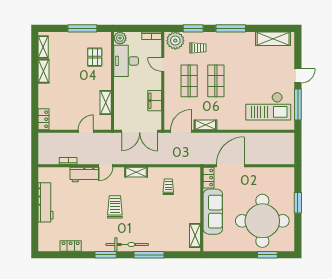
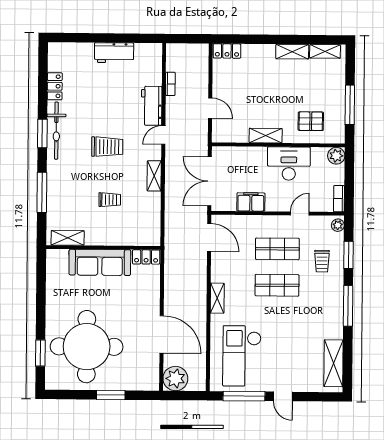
plant: (175, 41) -> (338, 225), width x0.53, depth x0.53
desk: (126, 61) -> (289, 164), moved
shelving: (106, 102) -> (266, 136), moved
shelving: (205, 125) -> (217, 298), moved
plant: (285, 155) -> (175, 379), added
door: (106, 166) -> (163, 135), hinge flipped
door: (230, 166) -> (162, 335), moved
locker: (208, 178) -> (146, 257), moved
trolley: (168, 187) -> (110, 200), moved
workbench: (46, 202) -> (114, 53), width x0.73
wall: (202, 209) -> (103, 248), moved
sofa: (213, 212) -> (100, 262), moved
shelving: (195, 236) -> (68, 238), moved
bicycle: (127, 244) -> (56, 131), moved

